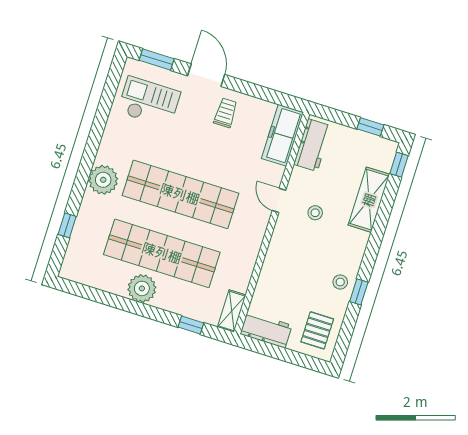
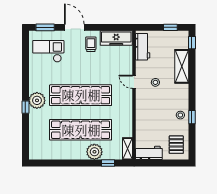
freezer: (283, 135) -> (116, 38), moved, turned -90
window: (67, 225) -> (25, 107), moved
plant: (142, 288) -> (94, 152), moved

